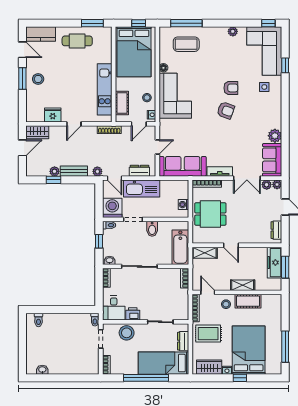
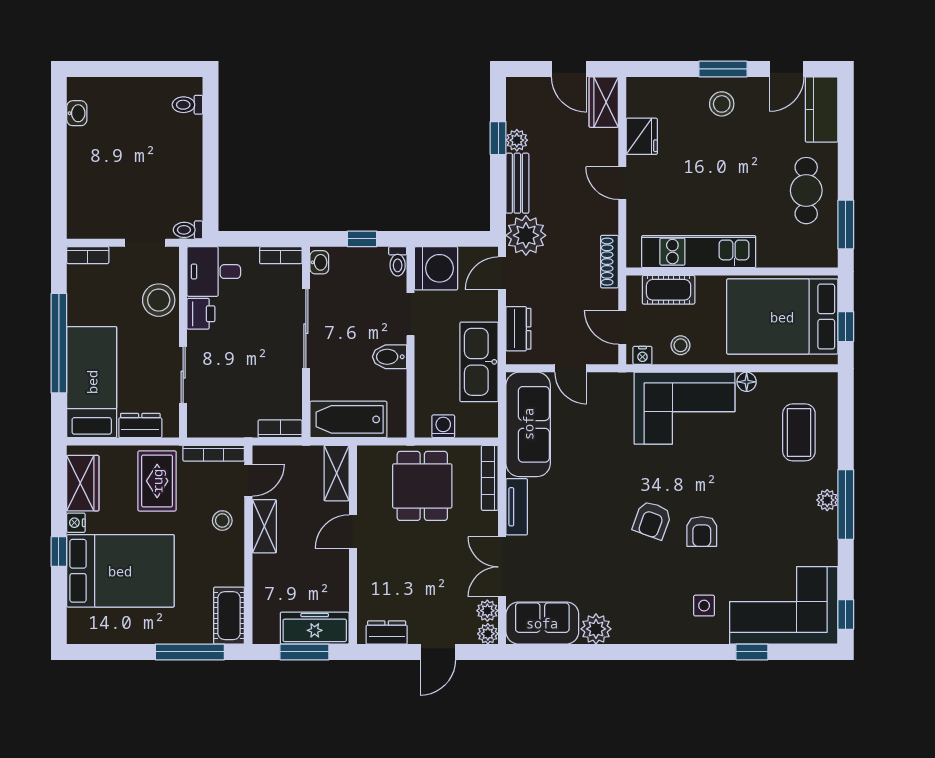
window: (186, 23) -> (846, 505), moved
plant: (233, 31) -> (827, 500), moved
plant: (97, 171) -> (526, 235), width x1.88, depth x1.88
kitchen sink: (142, 188) -> (479, 362), moved
shelving: (243, 285) -> (264, 526), moved
cot: (248, 301) -> (229, 616), moved
window: (285, 347) -> (190, 652), moved

